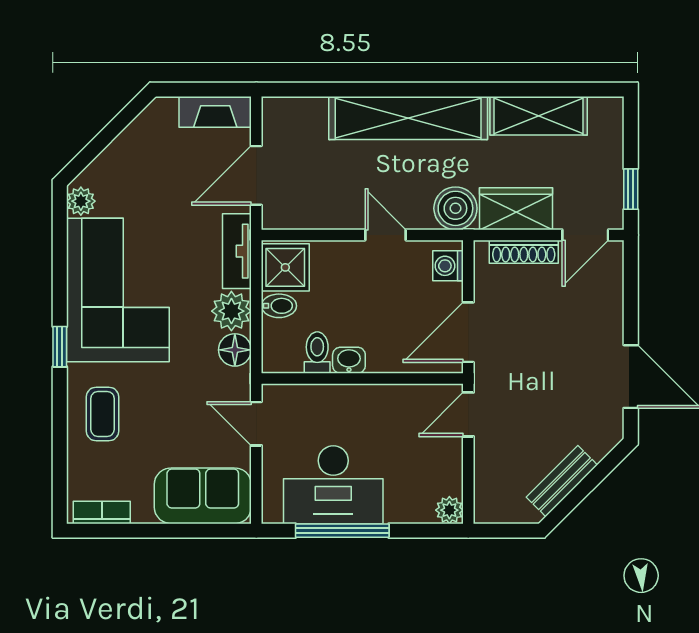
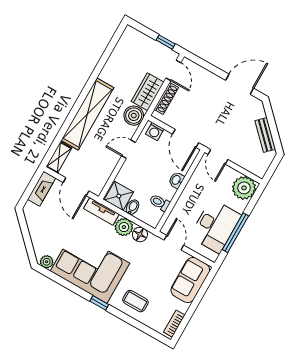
shelving: (539, 116) -> (59, 157), moved, width x0.67, depth x0.75
washbasin: (349, 360) -> (176, 180), moved
door: (256, 424) -> (174, 243), swing flipped
plant: (449, 510) -> (244, 188), width x1.88, depth x1.88

